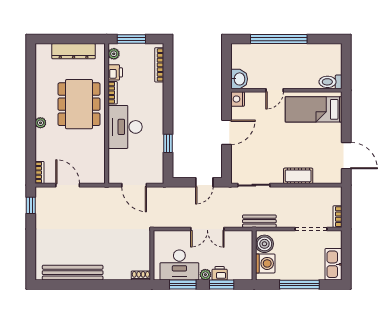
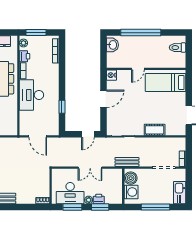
washbasin: (239, 79) -> (113, 45), moved
toilet: (330, 82) -> (177, 48), moved

